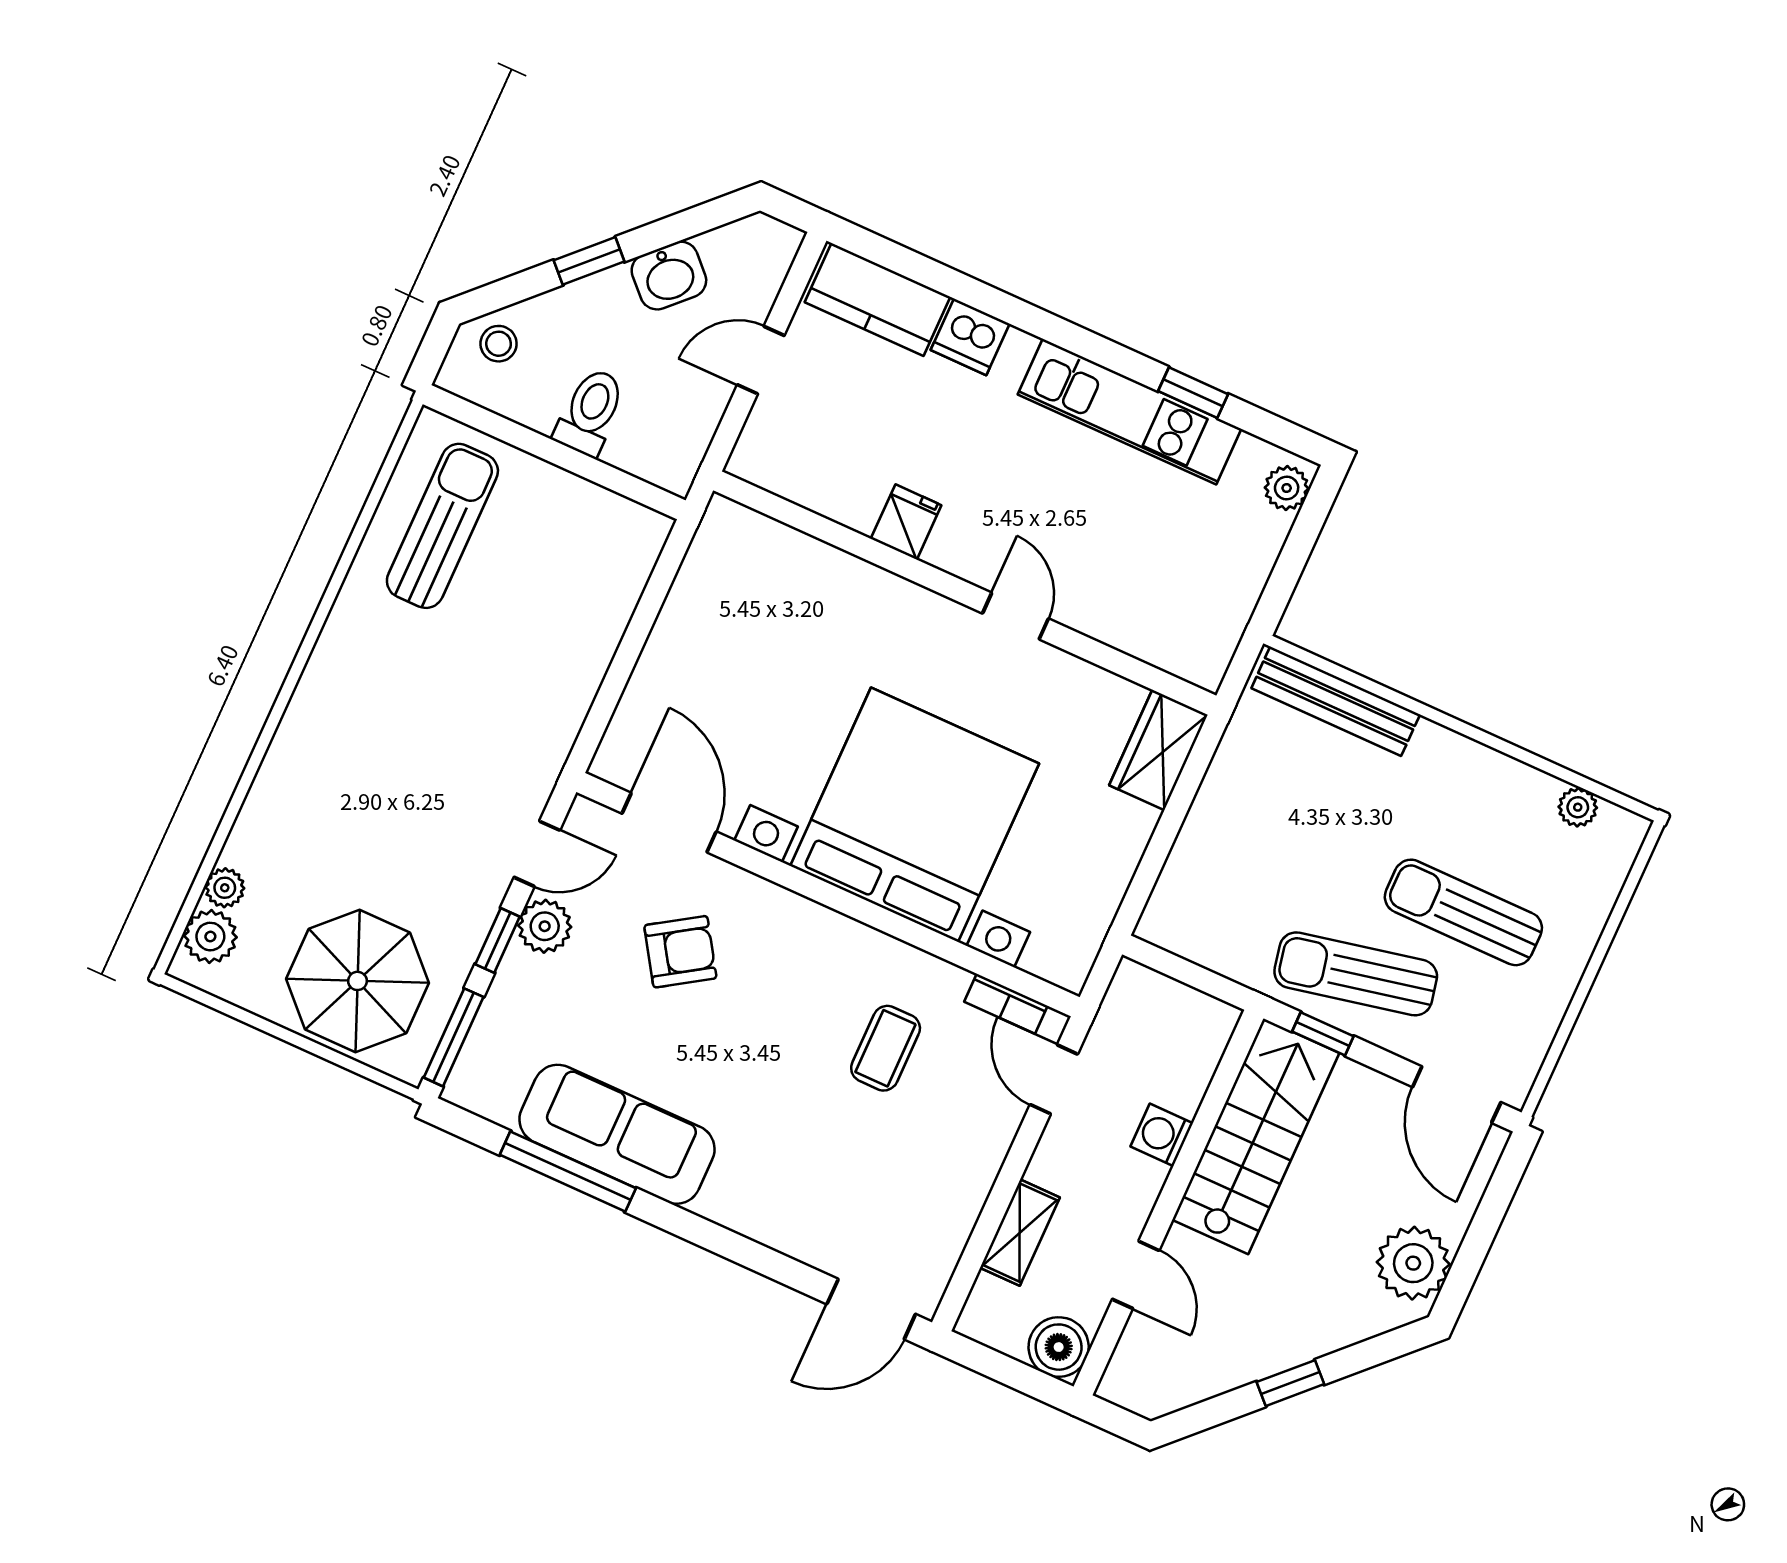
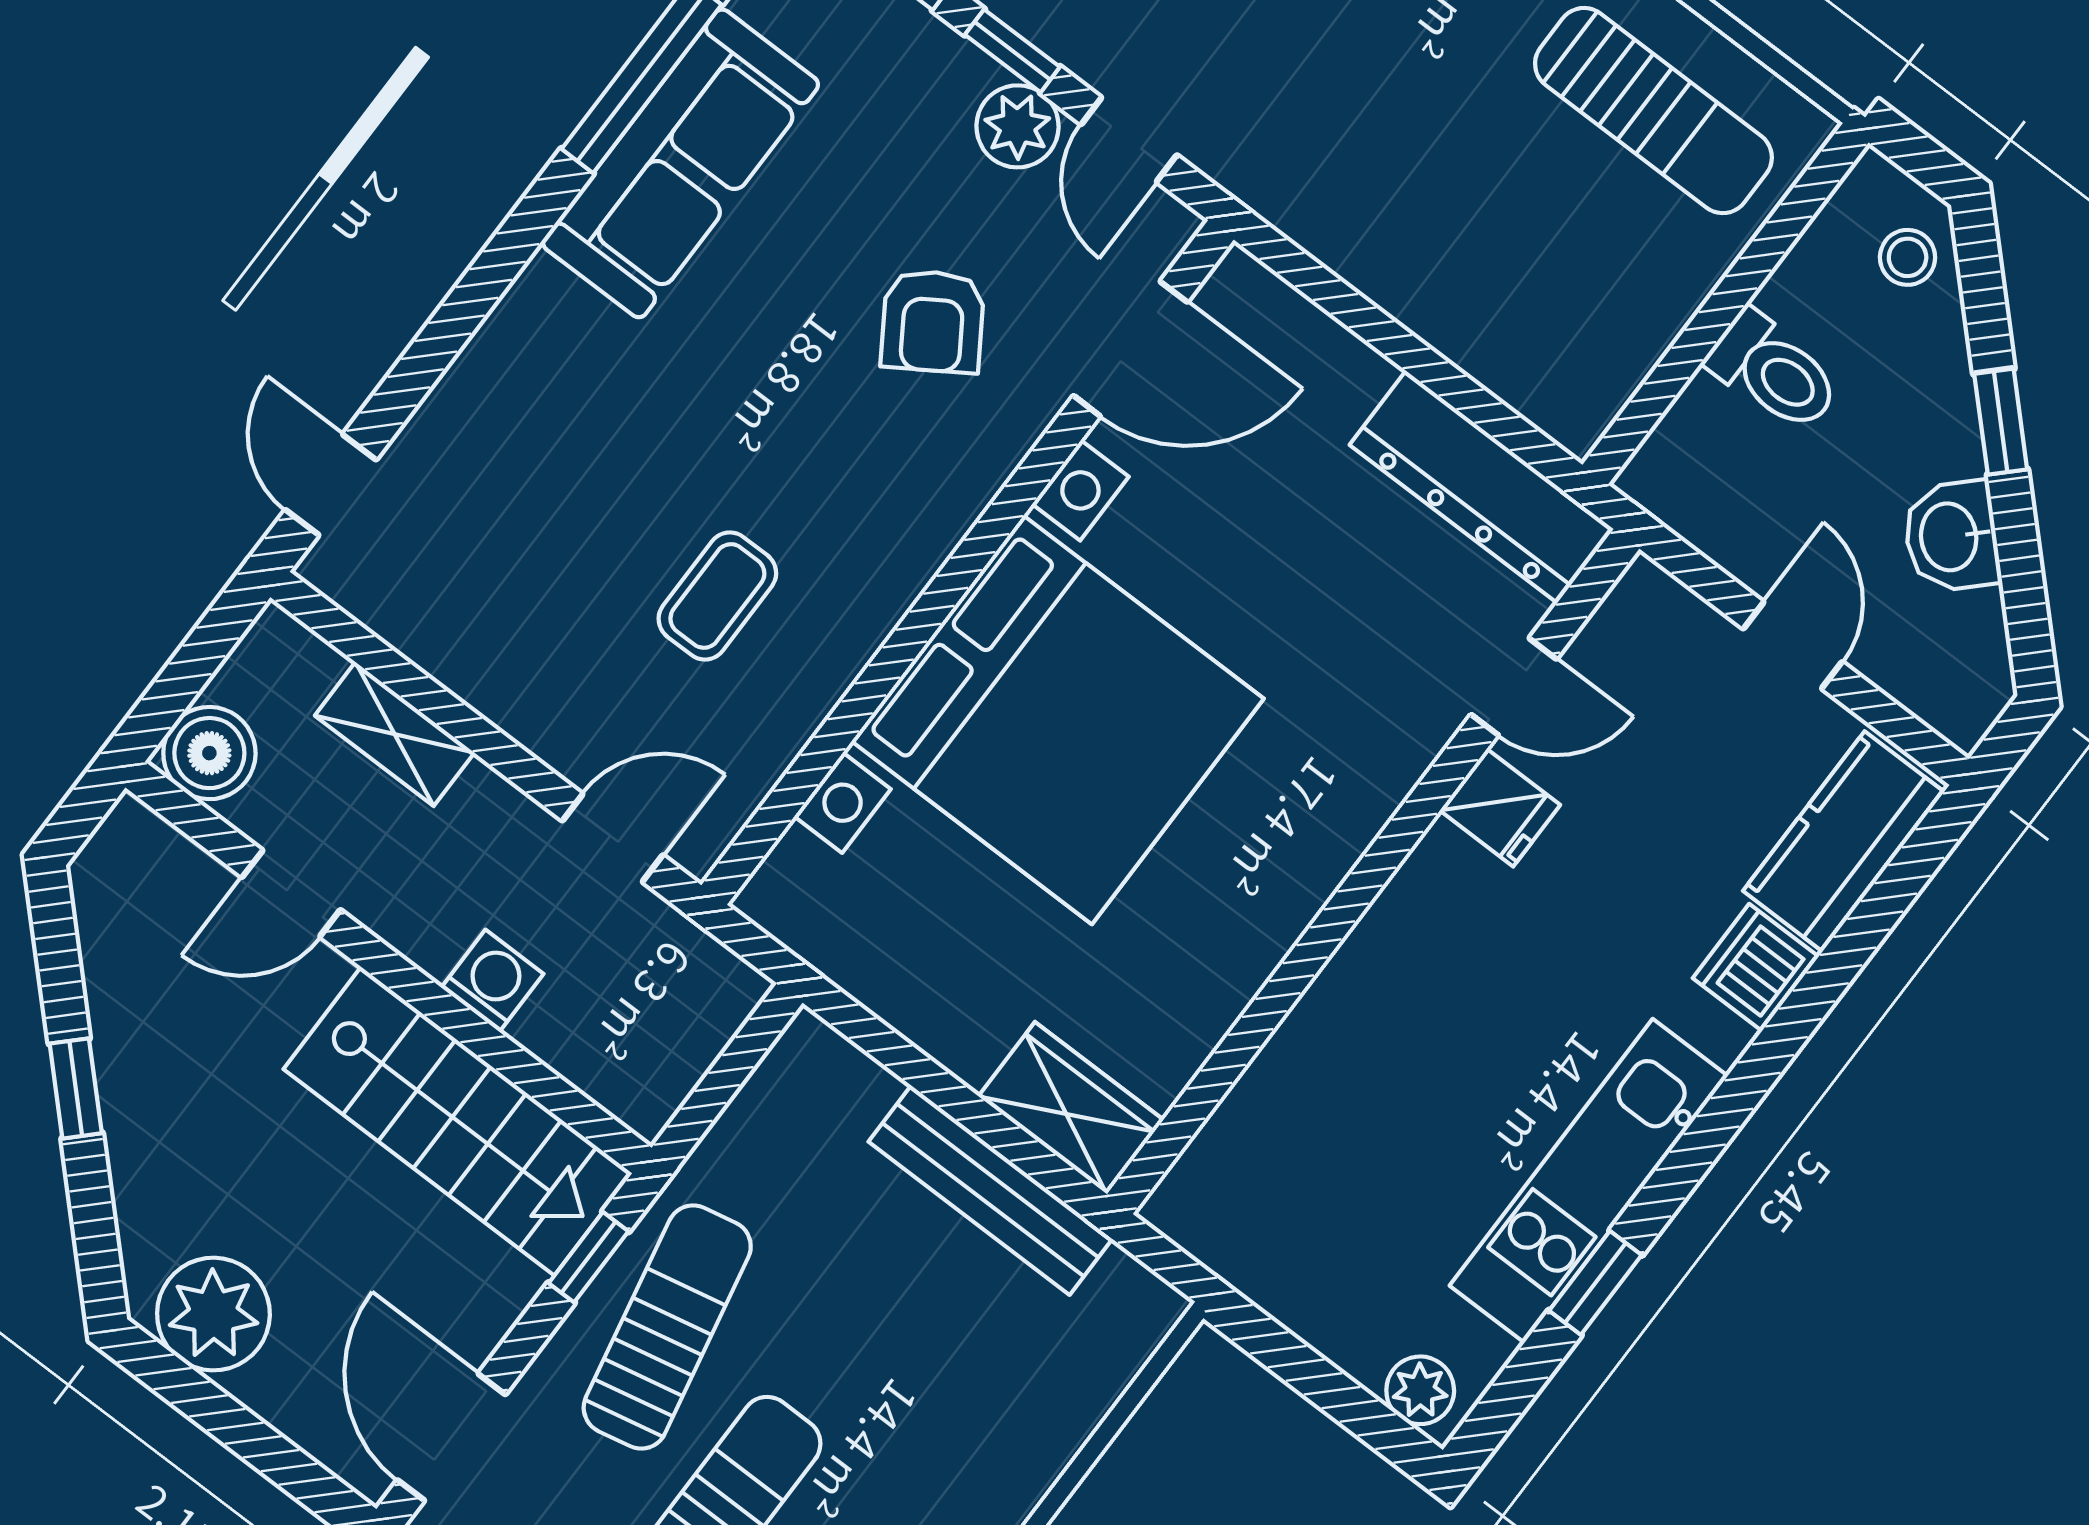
dresser: (706, 580) -> (1482, 487), added
door: (1015, 616) -> (1514, 687), moved
bench: (1336, 701) -> (990, 1190), moved, turned 90
bookcase: (1006, 1004) -> (743, 792), removed
coffee table: (886, 1048) -> (717, 596), turned 90
door: (1457, 1095) -> (451, 1437), hinge flipped
door: (871, 1309) -> (331, 485), width x0.73

